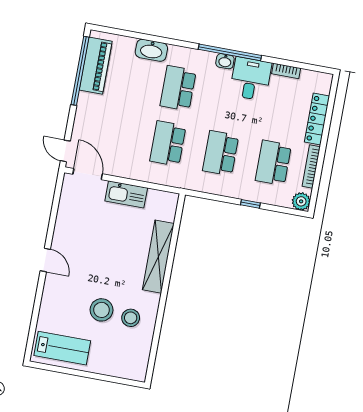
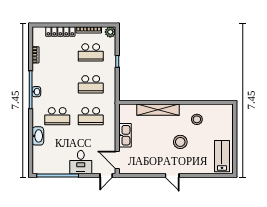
piano: (96, 66) -> (53, 167), removed
desk: (251, 79) -> (81, 162), moved, turned -90
door: (88, 174) -> (117, 160), hinge flipped
door: (45, 260) -> (172, 176), swing flipped
stool: (101, 310) -> (180, 142), moved

